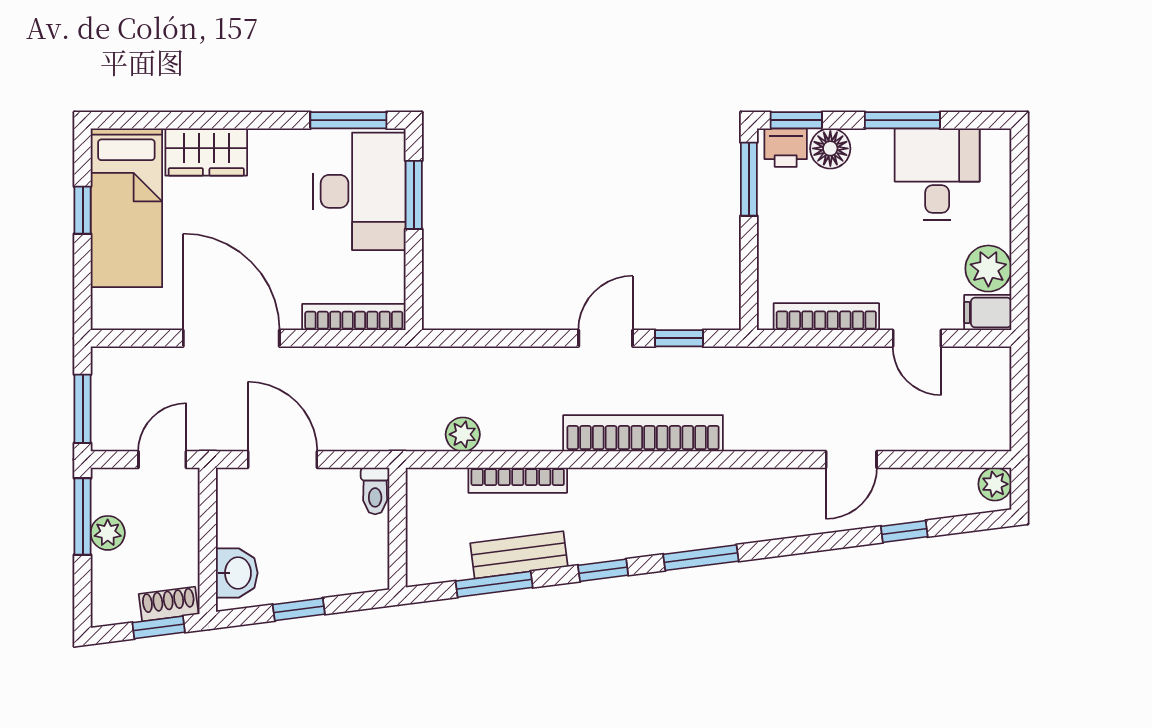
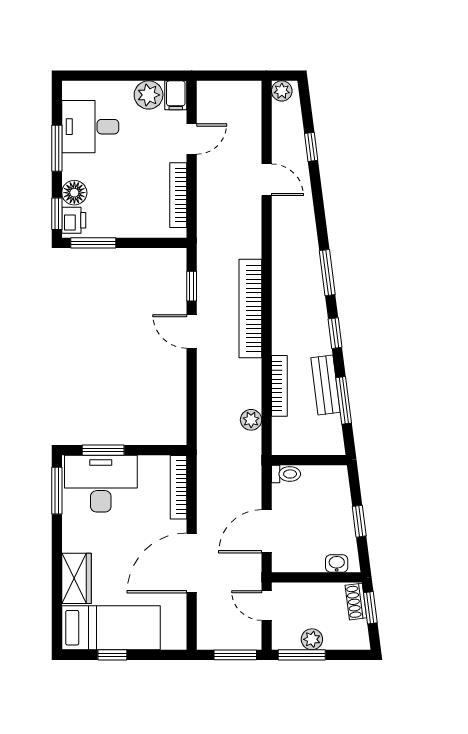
washbasin: (237, 573) -> (337, 563), width x0.72, depth x0.69

